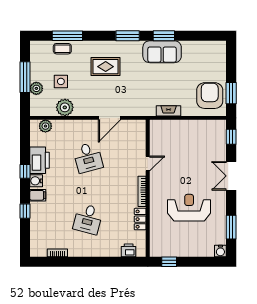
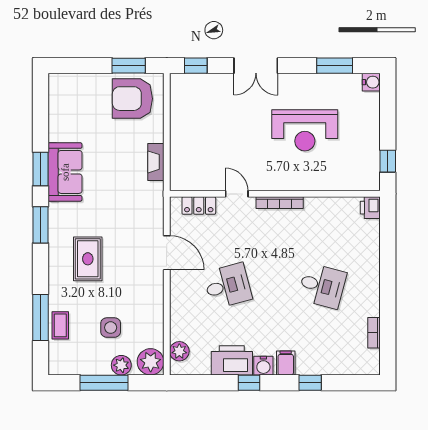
plant: (65, 107) -> (151, 362), moved
reception desk: (189, 208) -> (305, 130), turned -90
locker: (140, 219) -> (199, 206), moved
printer: (129, 250) -> (370, 208), moved

